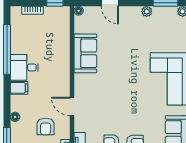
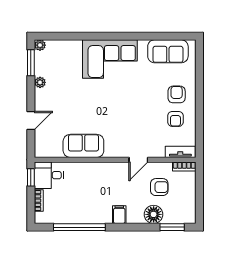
floor lamp: (79, 11) -> (39, 153), removed
desk: (24, 67) -> (49, 175), moved, turned 90
floor lamp: (15, 117) -> (154, 214), width x1.89, depth x1.89

